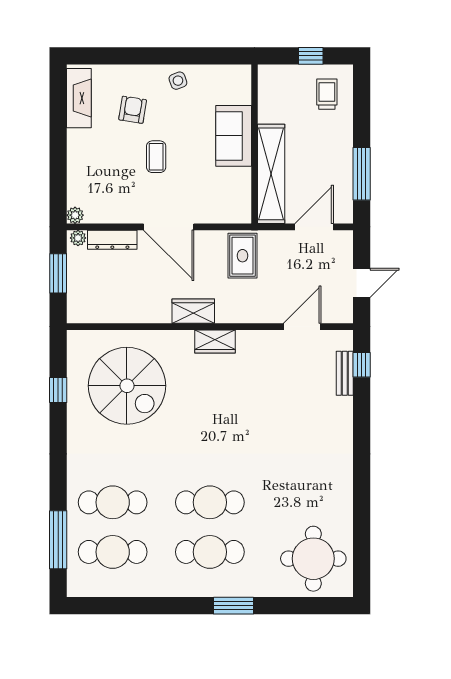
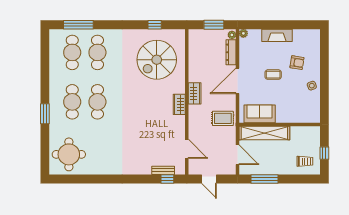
fireplace: (79, 98) -> (277, 35), moved
sofa: (234, 136) -> (260, 114), moved

